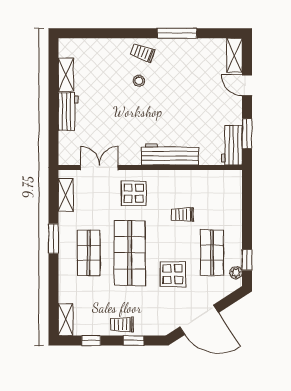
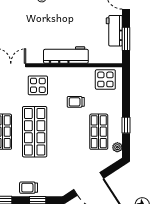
workbench: (232, 145) -> (114, 31), moved
window: (247, 260) -> (126, 125), moved
display table: (173, 274) -> (105, 79), moved

